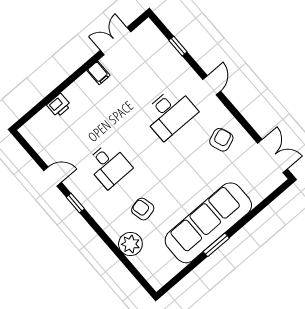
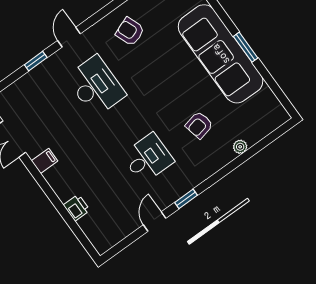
window: (178, 46) -> (36, 61), moved
door: (212, 85) -> (69, 37), hinge flipped
plant: (130, 244) -> (240, 147), width x0.53, depth x0.53

